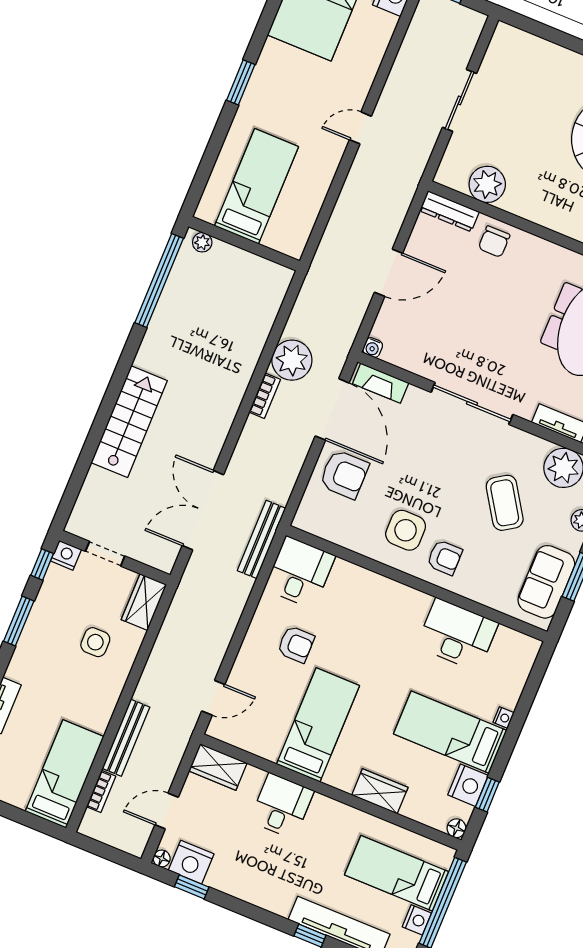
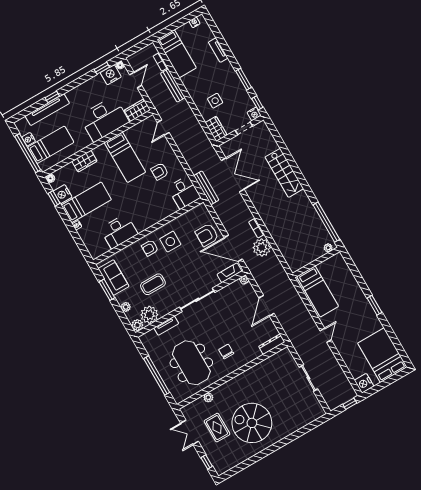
plant: (487, 184) -> (271, 365), removed
bed: (257, 186) -> (318, 291), moved
chair: (494, 242) -> (226, 351), moved
coffee table: (505, 503) -> (153, 284), turned -57
desk: (282, 806) -> (104, 119), width x1.87, depth x1.30

